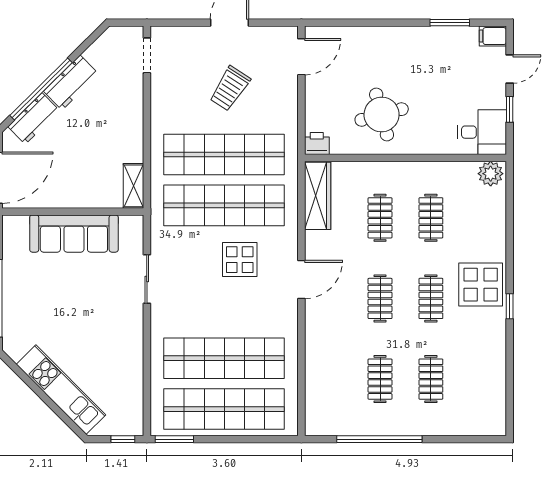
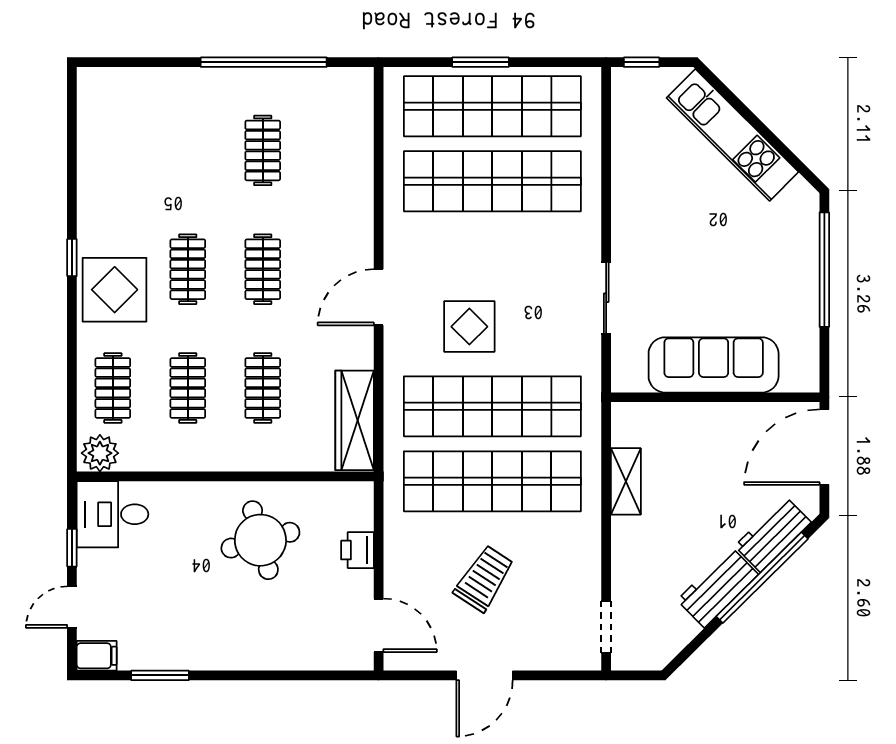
door: (301, 57) -> (379, 625), swing flipped
printer: (317, 144) -> (357, 550), moved, turned 90
shelving: (133, 186) -> (626, 481), moved
clothes rail: (431, 379) -> (113, 388), moved
window: (174, 439) -> (480, 62), moved

